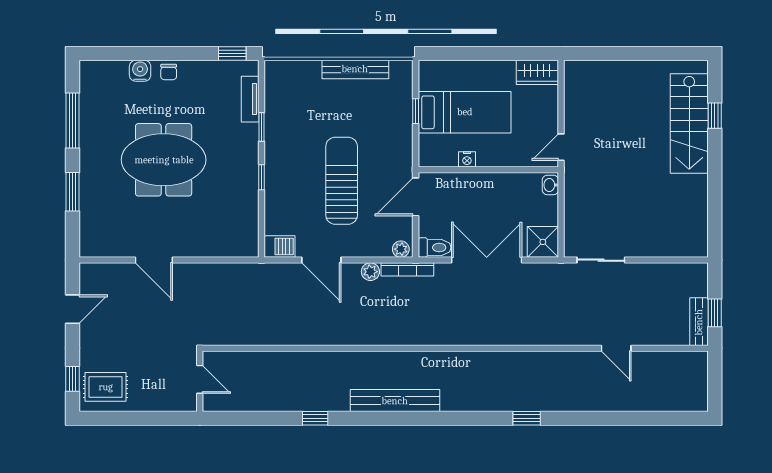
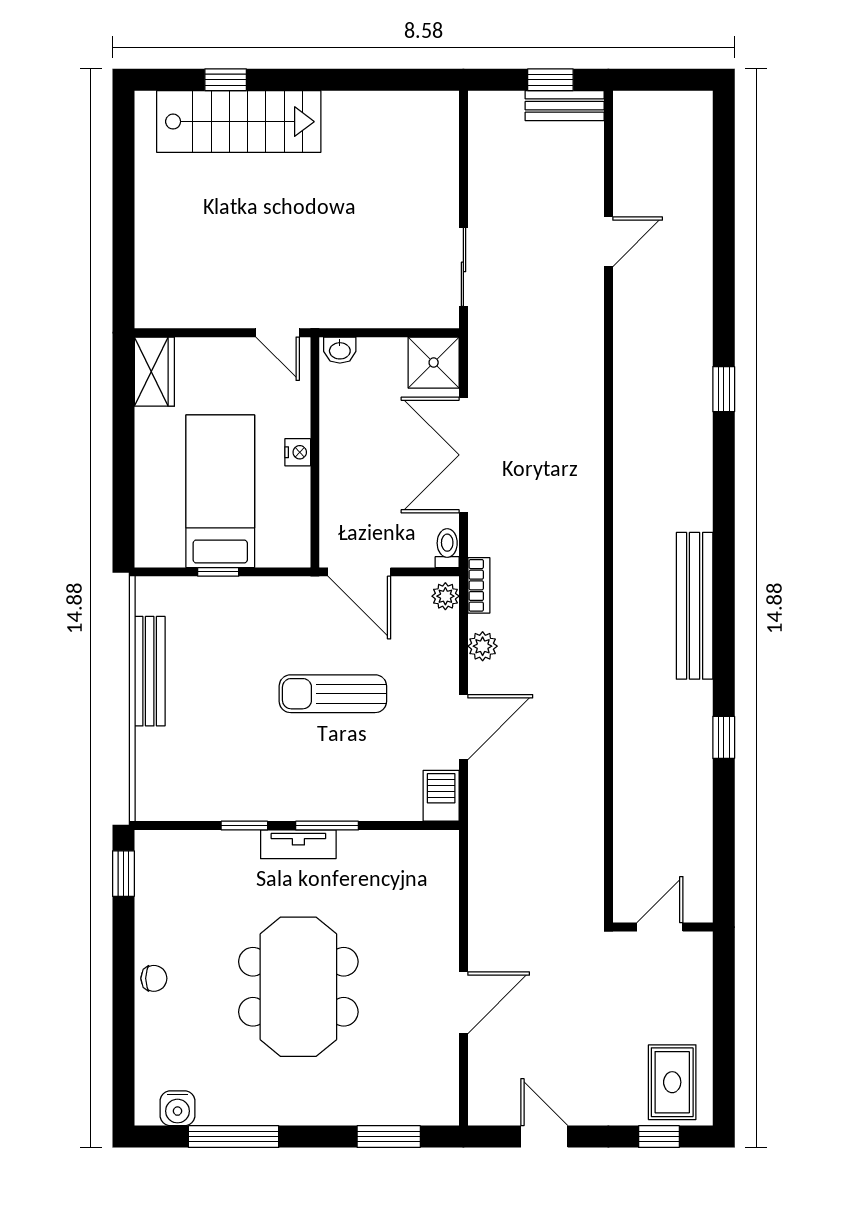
water cooler: (140, 71) -> (178, 1108), moved, turned -90
tv unit: (250, 99) -> (298, 844), moved
nightstand: (467, 159) -> (298, 452), moved
window: (261, 177) -> (327, 826), width x1.50
sun lounger: (342, 181) -> (333, 694), width x0.73, depth x0.75
window: (73, 192) -> (389, 1137), moved
toilet: (435, 248) -> (447, 548), width x0.73, depth x0.72
bookcase: (407, 269) -> (479, 585), width x0.64

